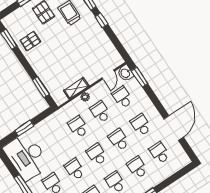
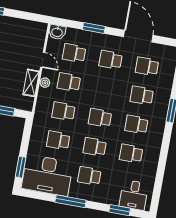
door: (108, 74) -> (43, 60), moved
window: (139, 77) -> (94, 28), moved
window: (24, 128) -> (21, 167), moved
school desk: (119, 140) -> (58, 140), moved

